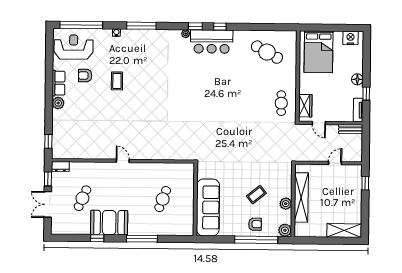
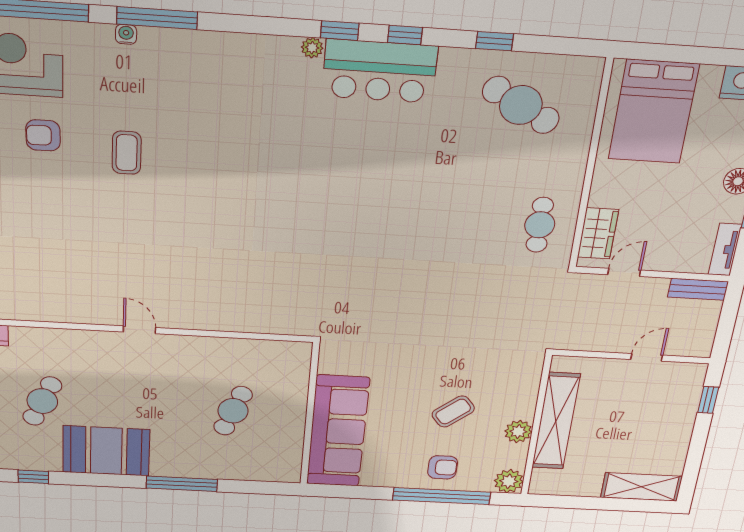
window: (141, 26) -> (157, 18), moved
window: (254, 27) -> (495, 41), added
door: (319, 123) -> (624, 272), swing flipped
window: (97, 238) -> (33, 477), moved

